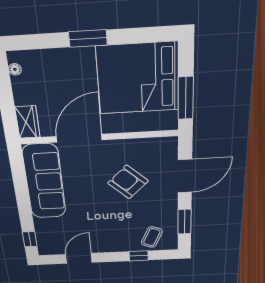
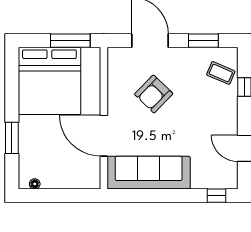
window: (88, 38) -> (12, 138), moved
wardrobe: (28, 122) -> (85, 180), removed

